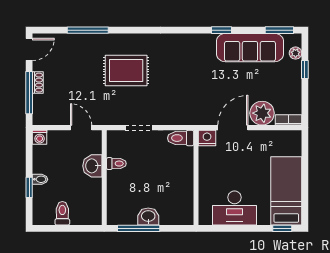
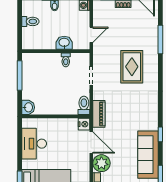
piano: (193, 117) -> (99, 114), added
washbasin: (148, 216) -> (28, 107), moved

